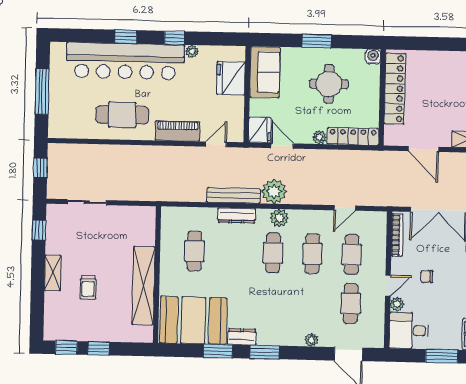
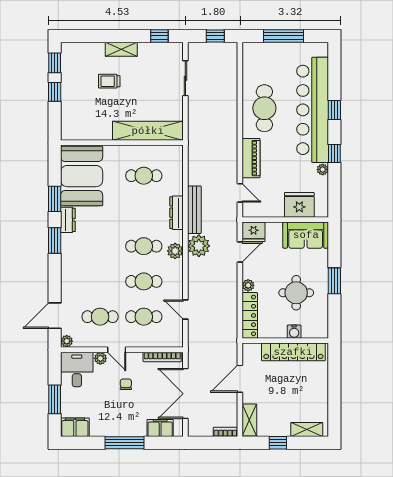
water cooler: (373, 57) -> (294, 332), moved, turned 90
shelving: (143, 286) -> (148, 131), moved
plant: (312, 340) -> (67, 341), moved

